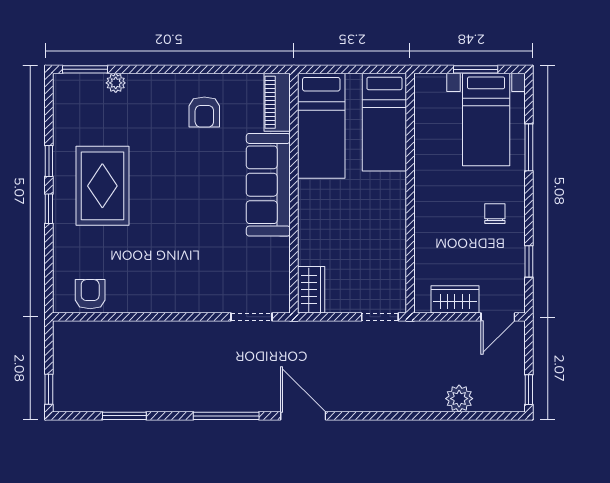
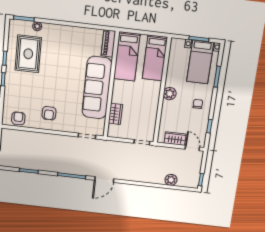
armchair: (204, 112) -> (49, 113), moved
sofa: (268, 185) -> (97, 88), width x1.36, depth x1.27
rug: (102, 186) -> (28, 54), moved
plant: (428, 198) -> (170, 94), added
wardrobe: (311, 290) -> (115, 114), moved
door: (498, 317) -> (192, 148), swing flipped
door: (303, 416) -> (104, 179), swing flipped

